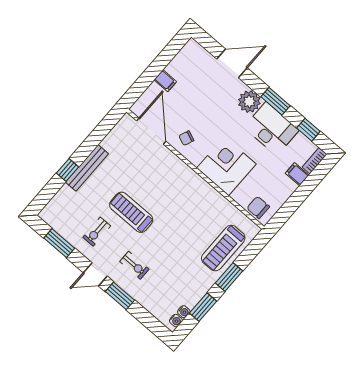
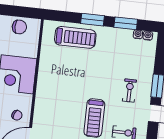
chair: (258, 207) -> (19, 27), moved, turned -90

